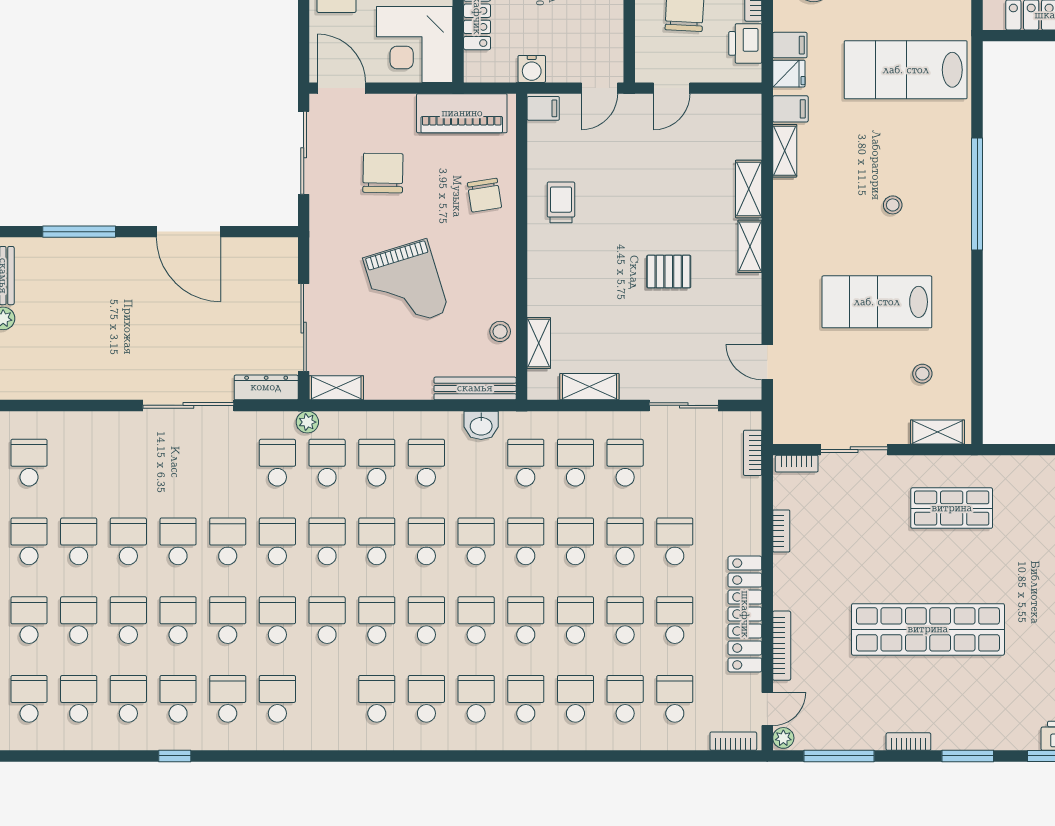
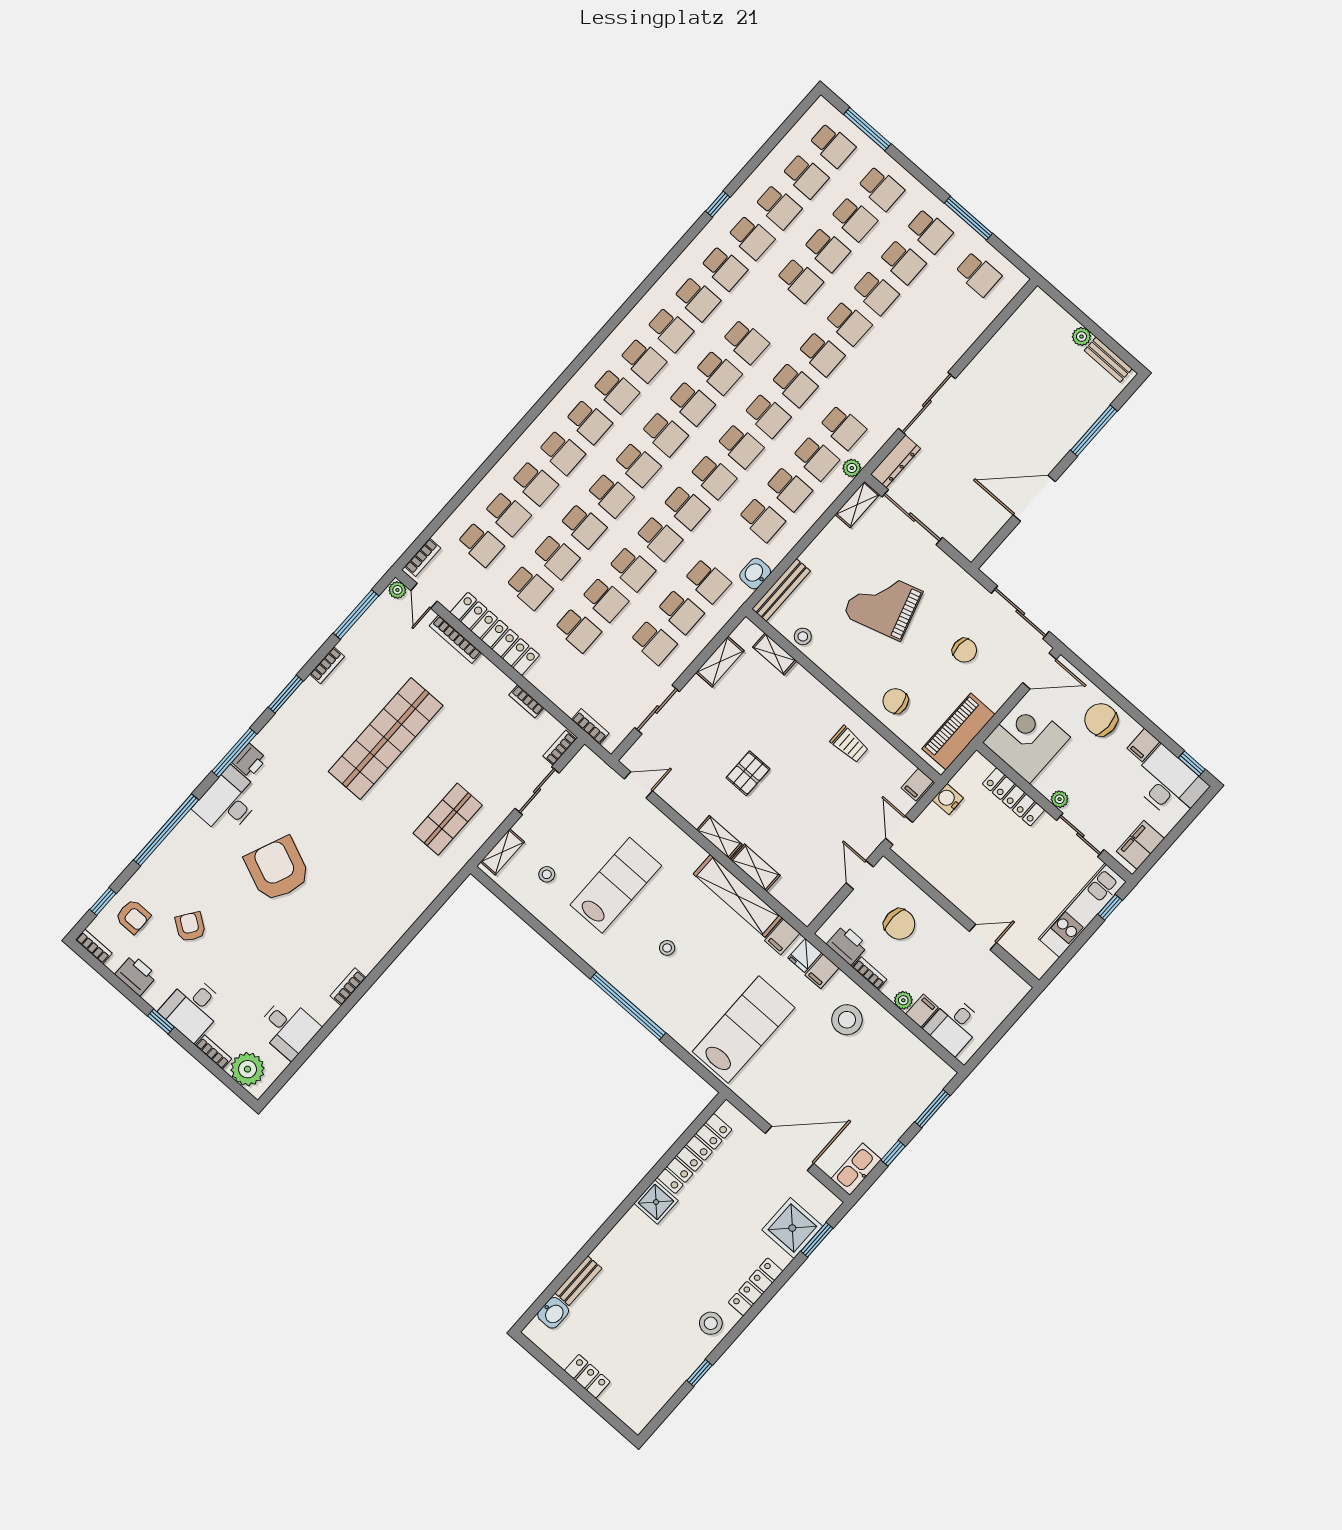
shelving: (785, 151) -> (738, 896), width x2.20, depth x1.33
chair: (383, 173) -> (964, 650), width x0.73, depth x0.73
school desk: (228, 620) -> (670, 329), moved

